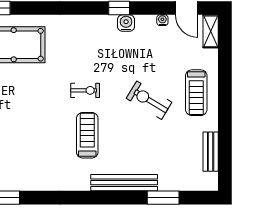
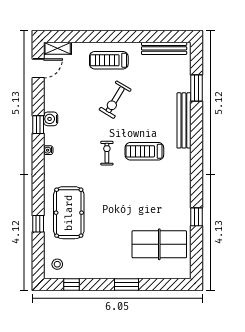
water cooler: (162, 20) -> (48, 150), moved
treadmill: (196, 93) -> (109, 60), turned 180
bench: (211, 152) -> (164, 48), width x1.36

